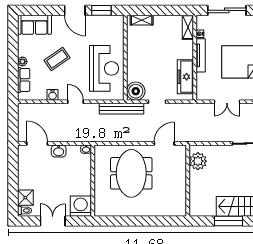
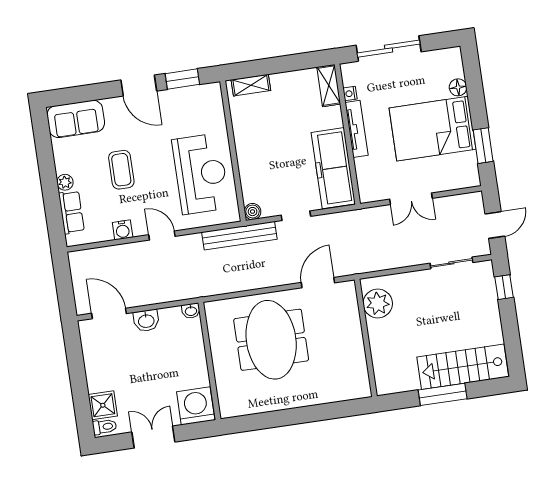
coffee table: (57, 59) -> (121, 170), turned -55
freezer: (185, 77) -> (333, 168), width x1.36, depth x1.26
boiler: (136, 91) -> (253, 212), width x0.54, depth x0.54

